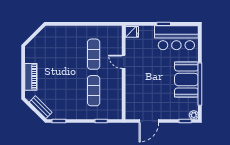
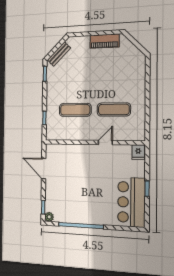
piano: (31, 77) -> (105, 41), moved
booth: (186, 80) -> (86, 211), removed

